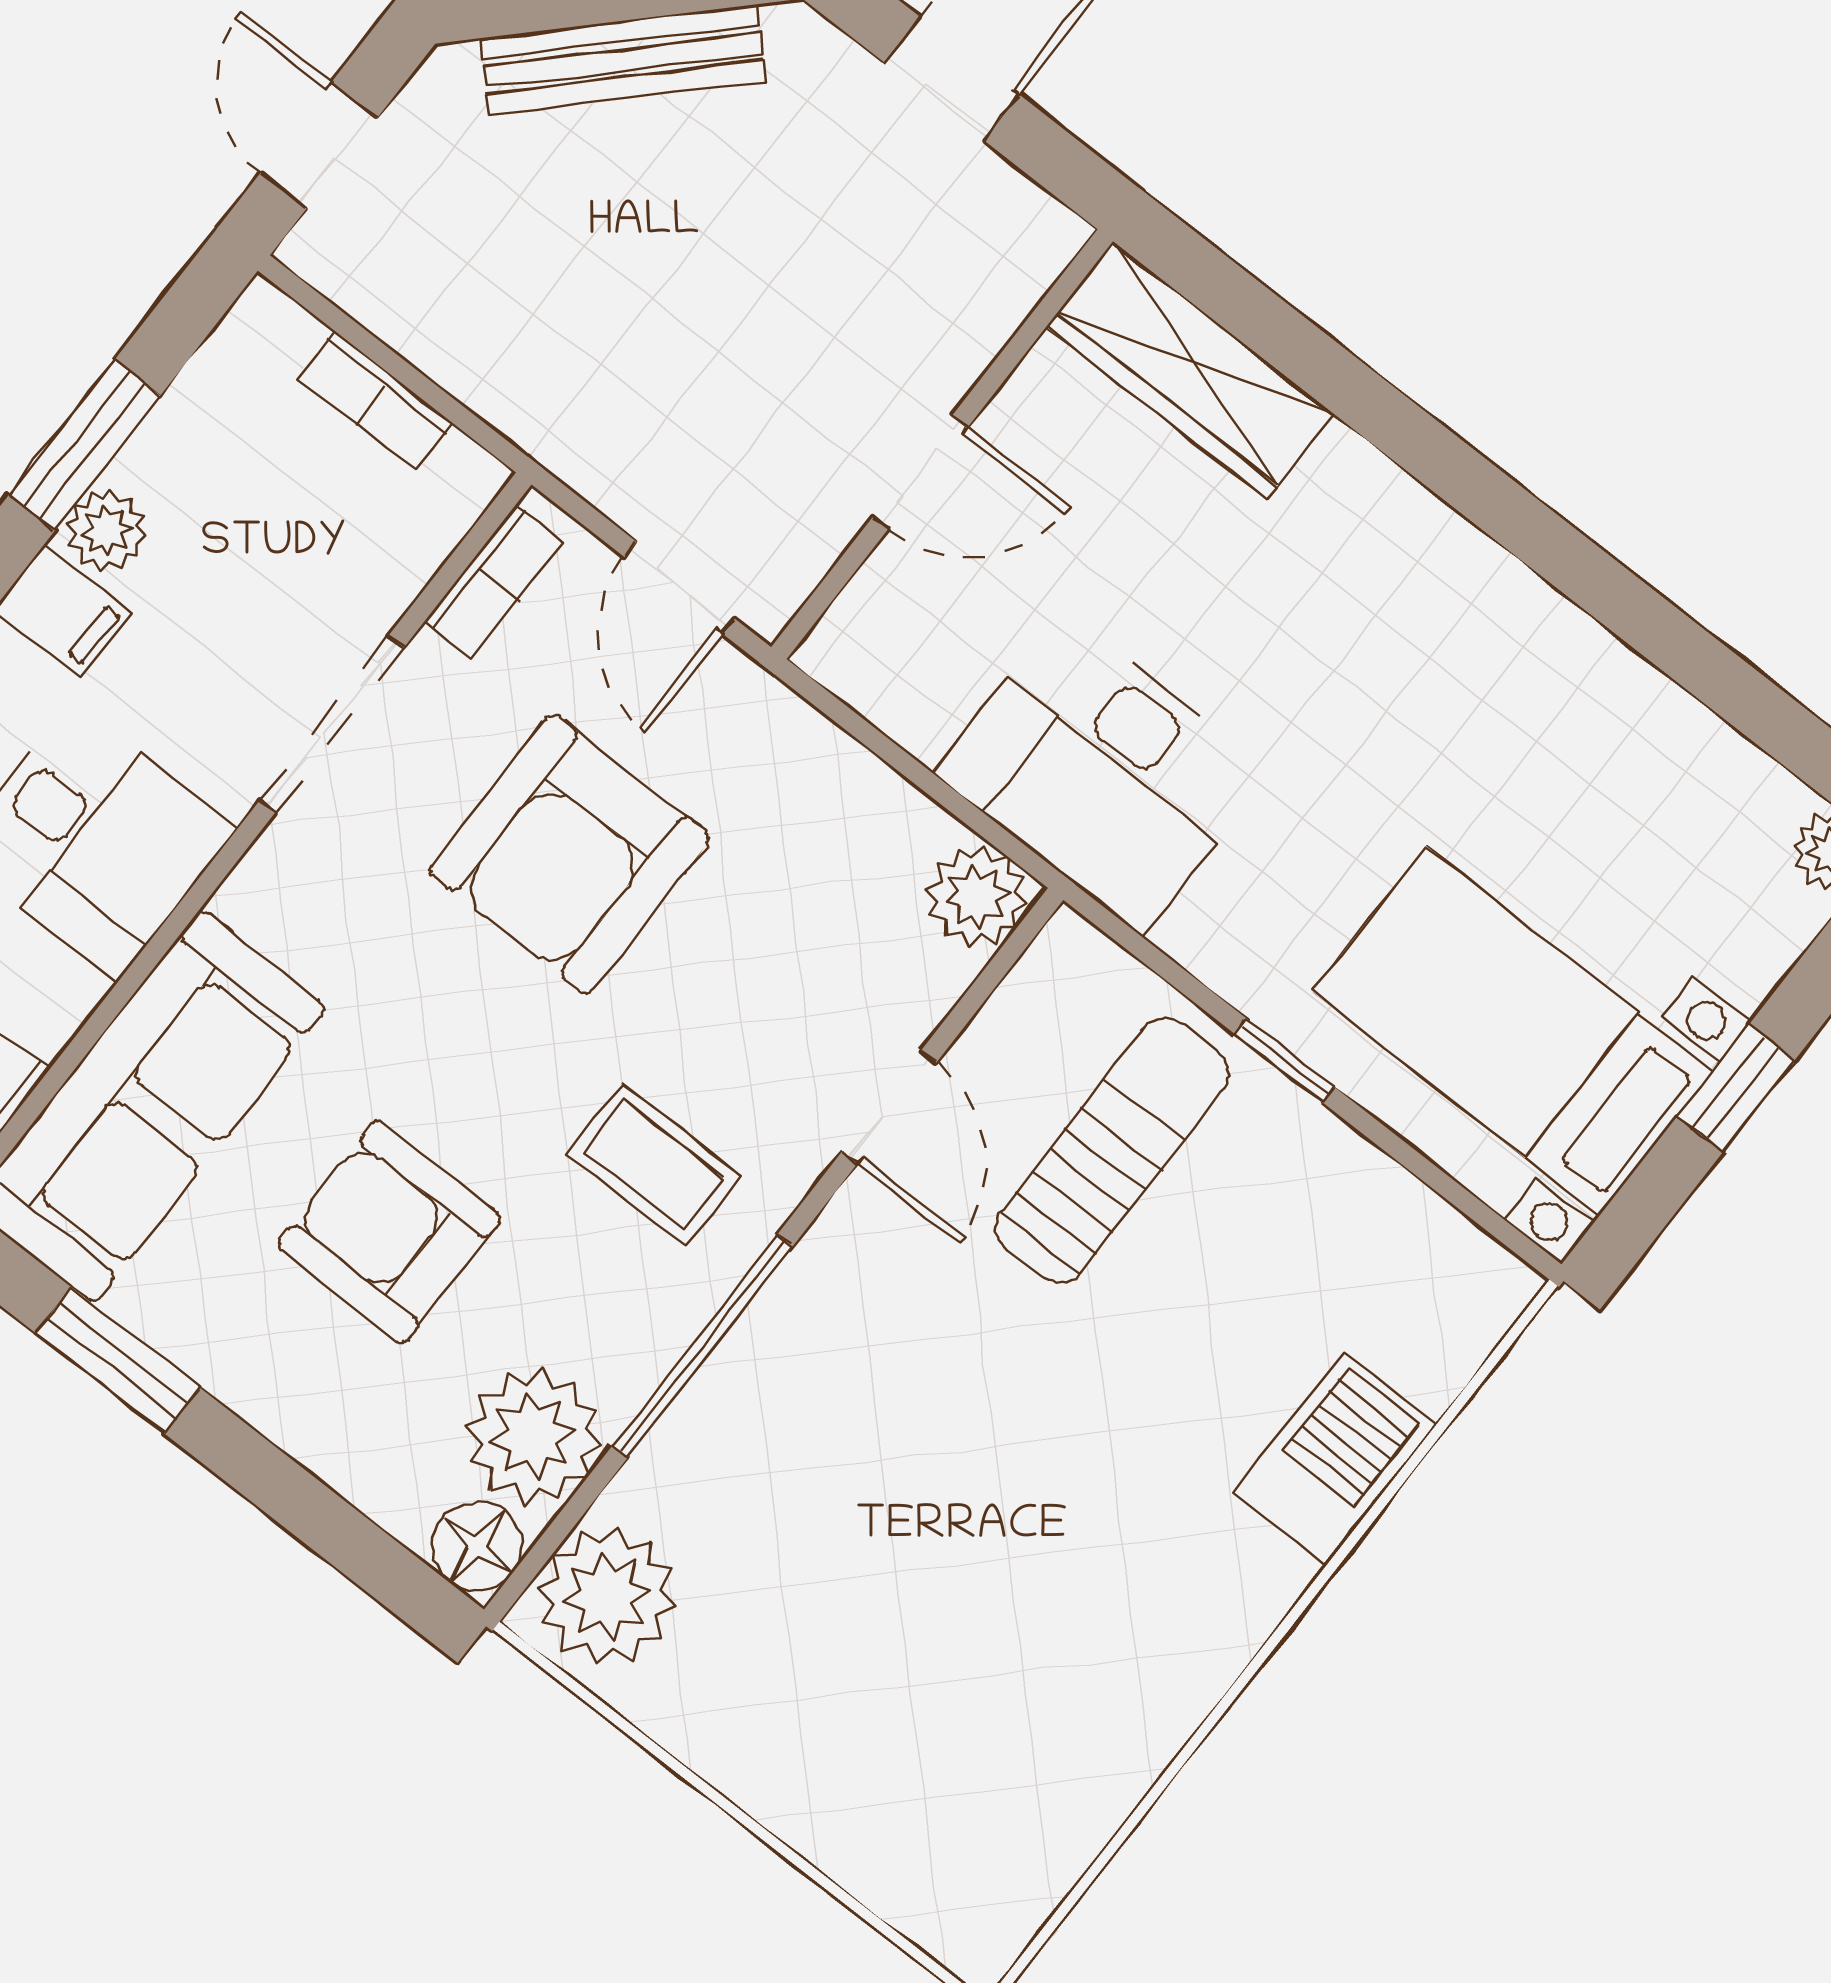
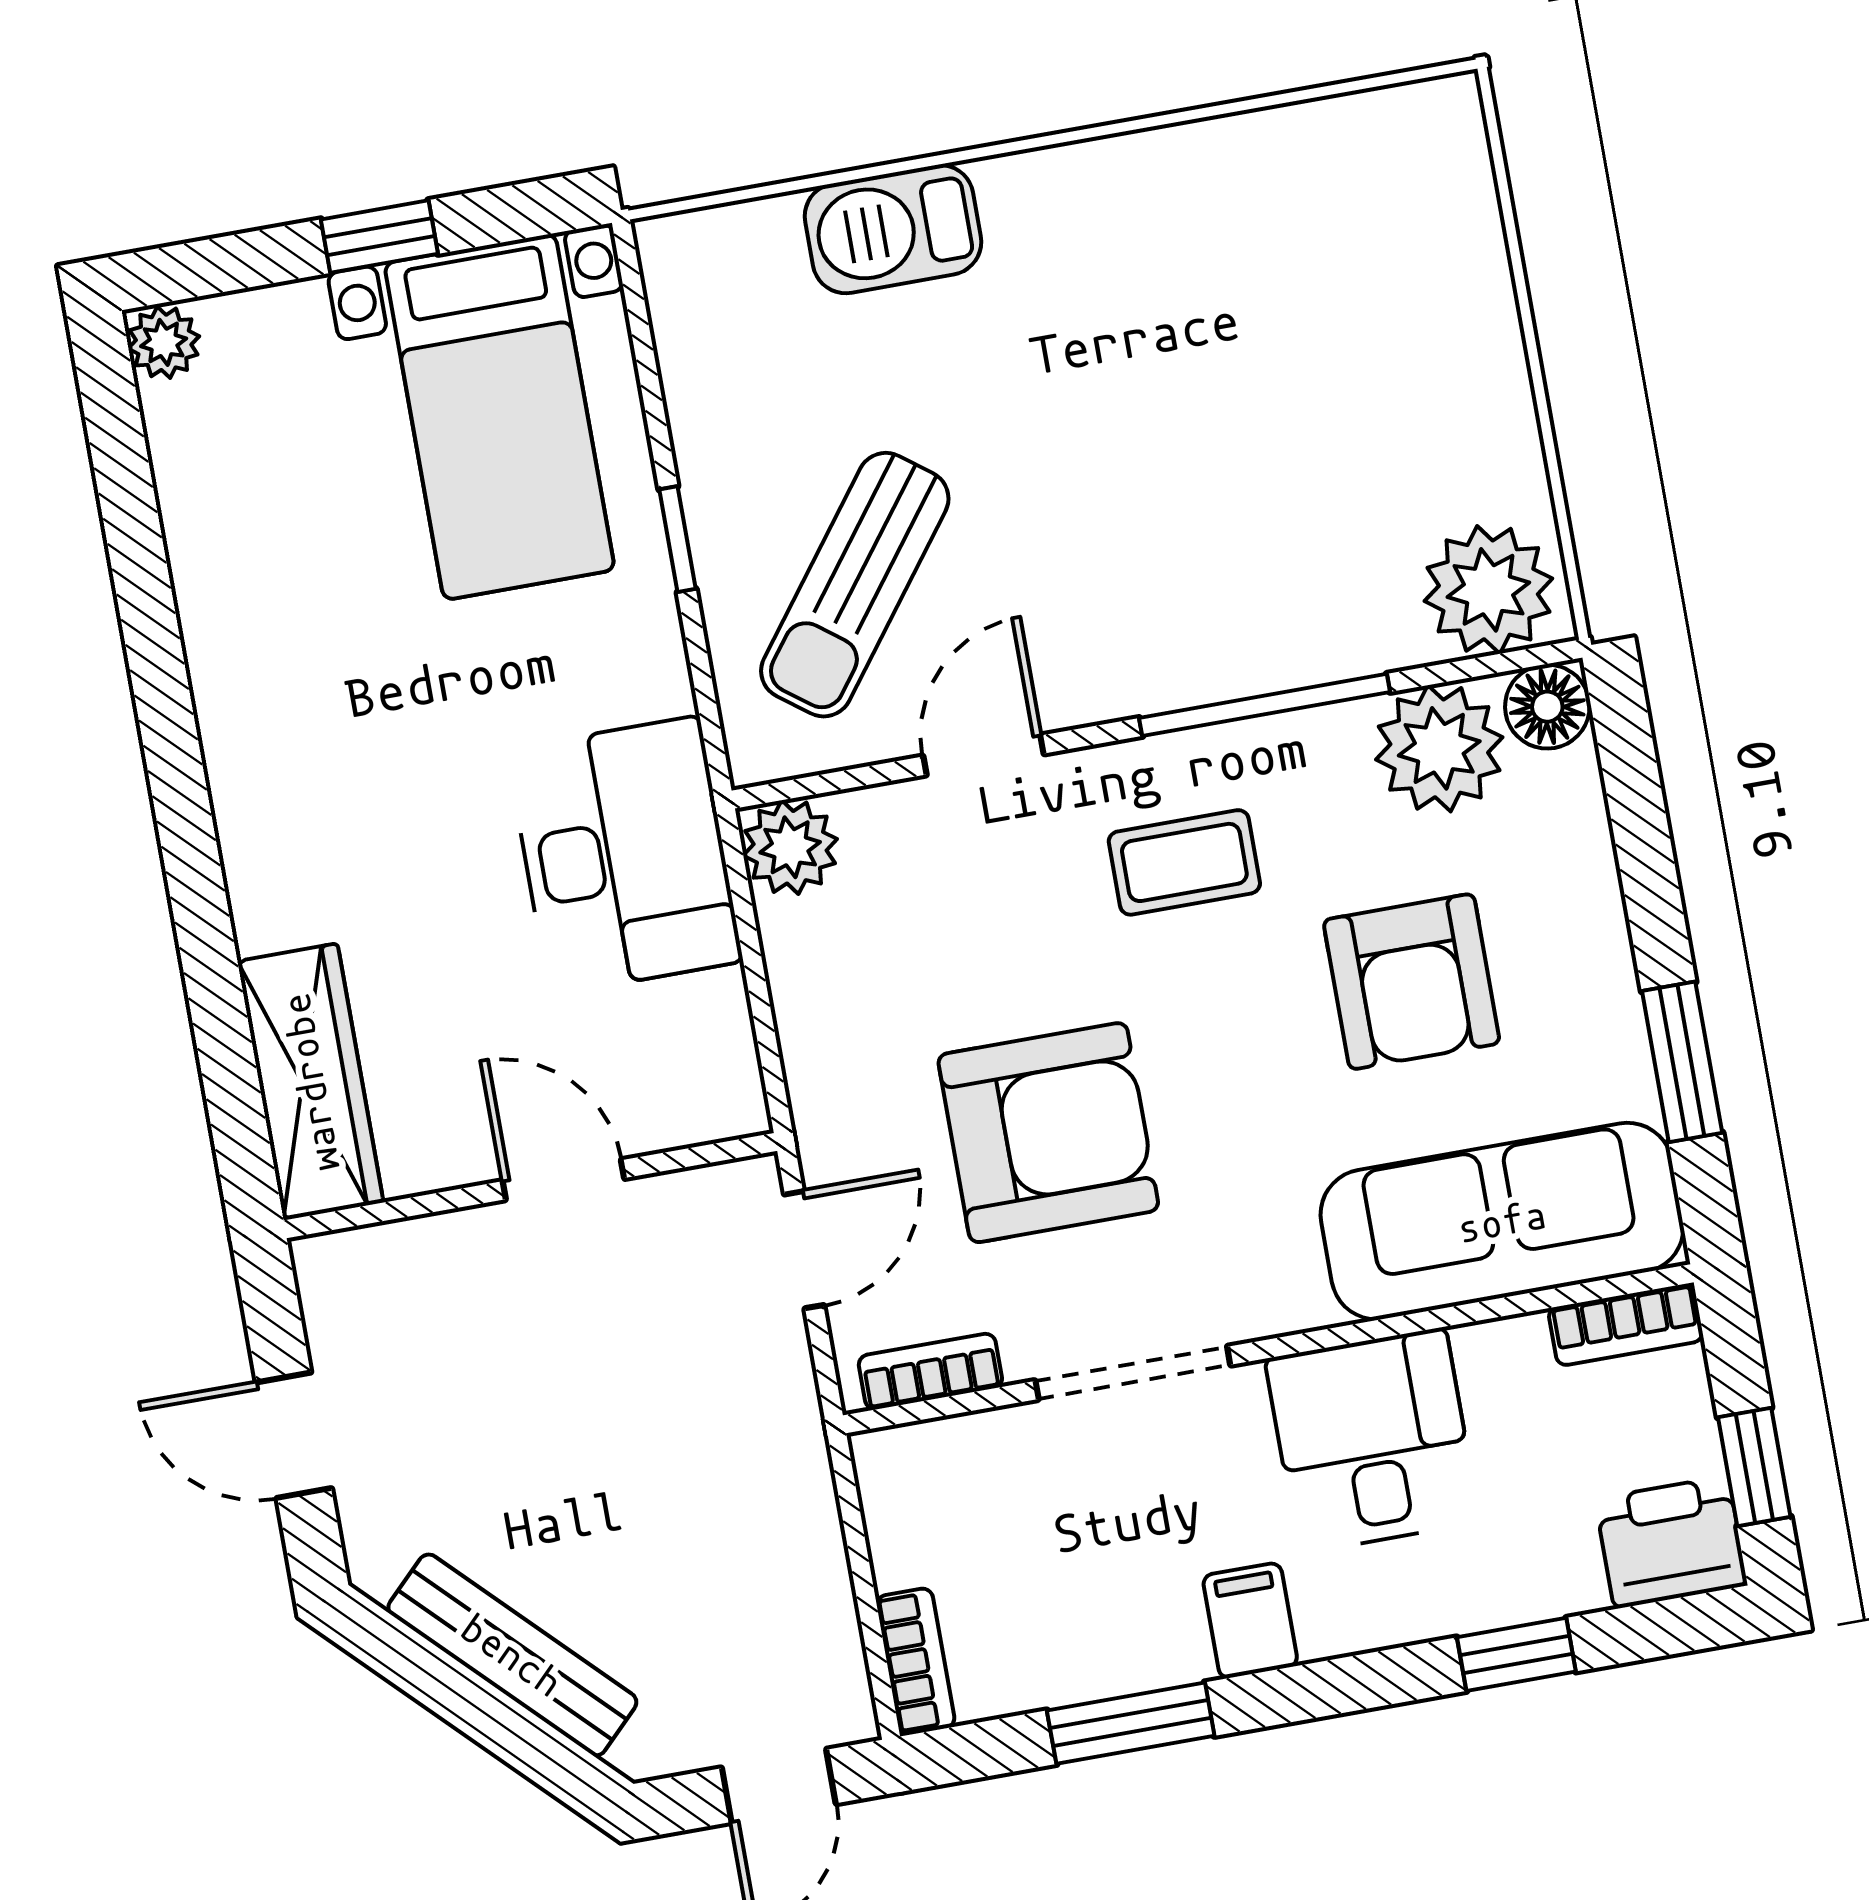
bookcase: (374, 400) -> (916, 1662), moved
plant: (106, 530) -> (1169, 1650), removed
sun lounger: (1112, 1151) -> (855, 585), turned -53
coffee table: (654, 1165) -> (1184, 862), turned 90

